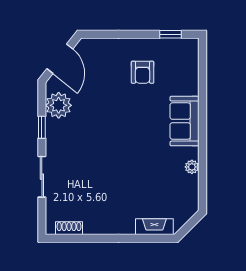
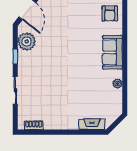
armchair: (143, 72) -> (110, 13), moved

